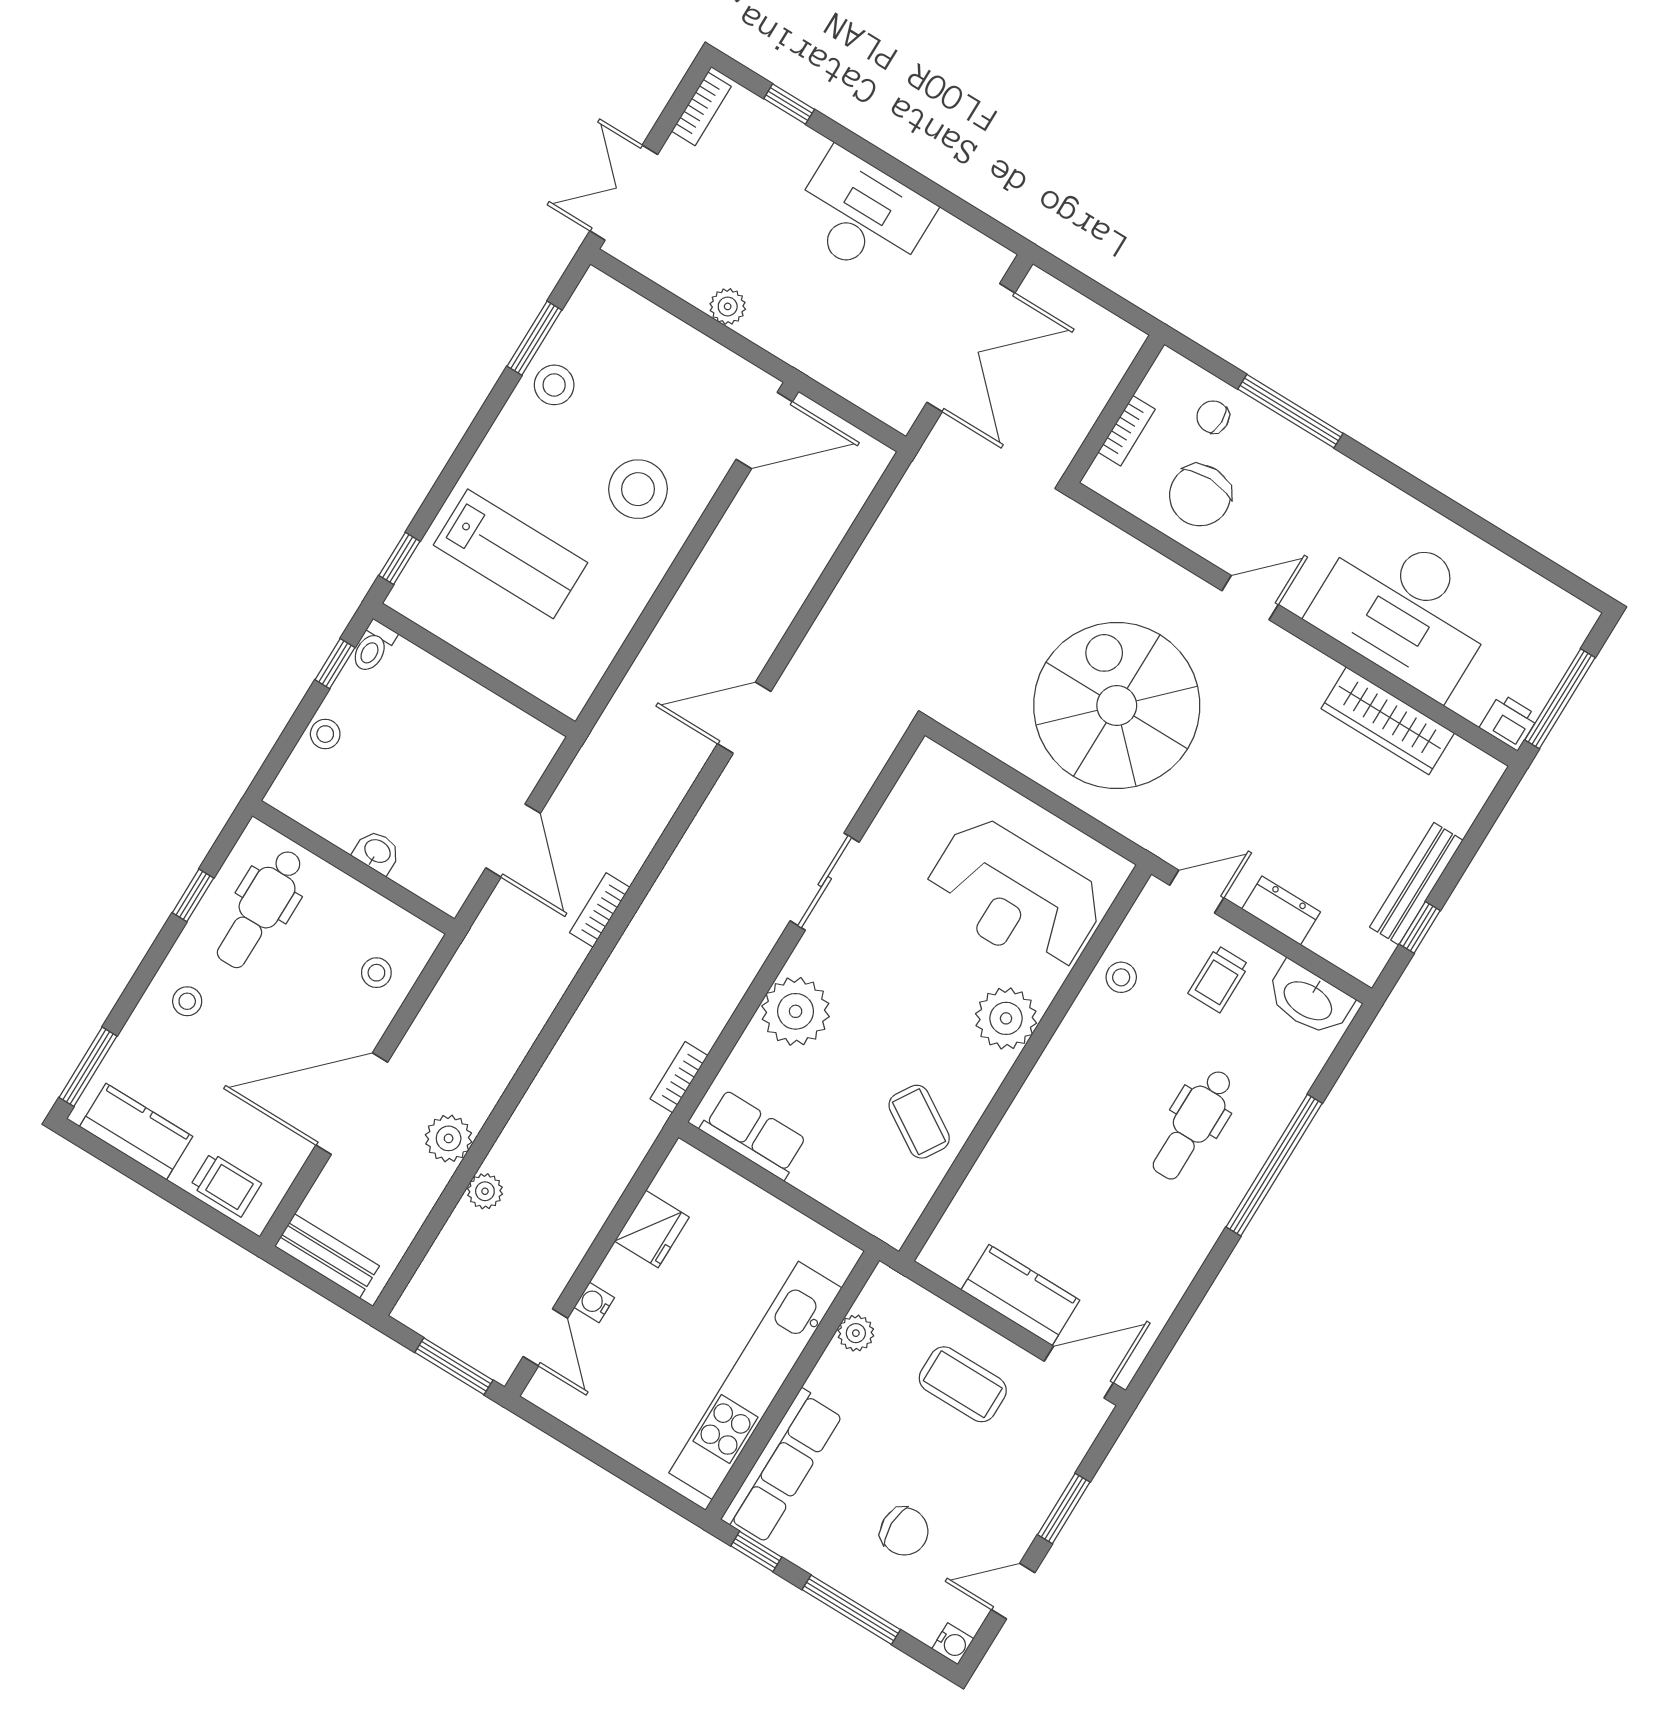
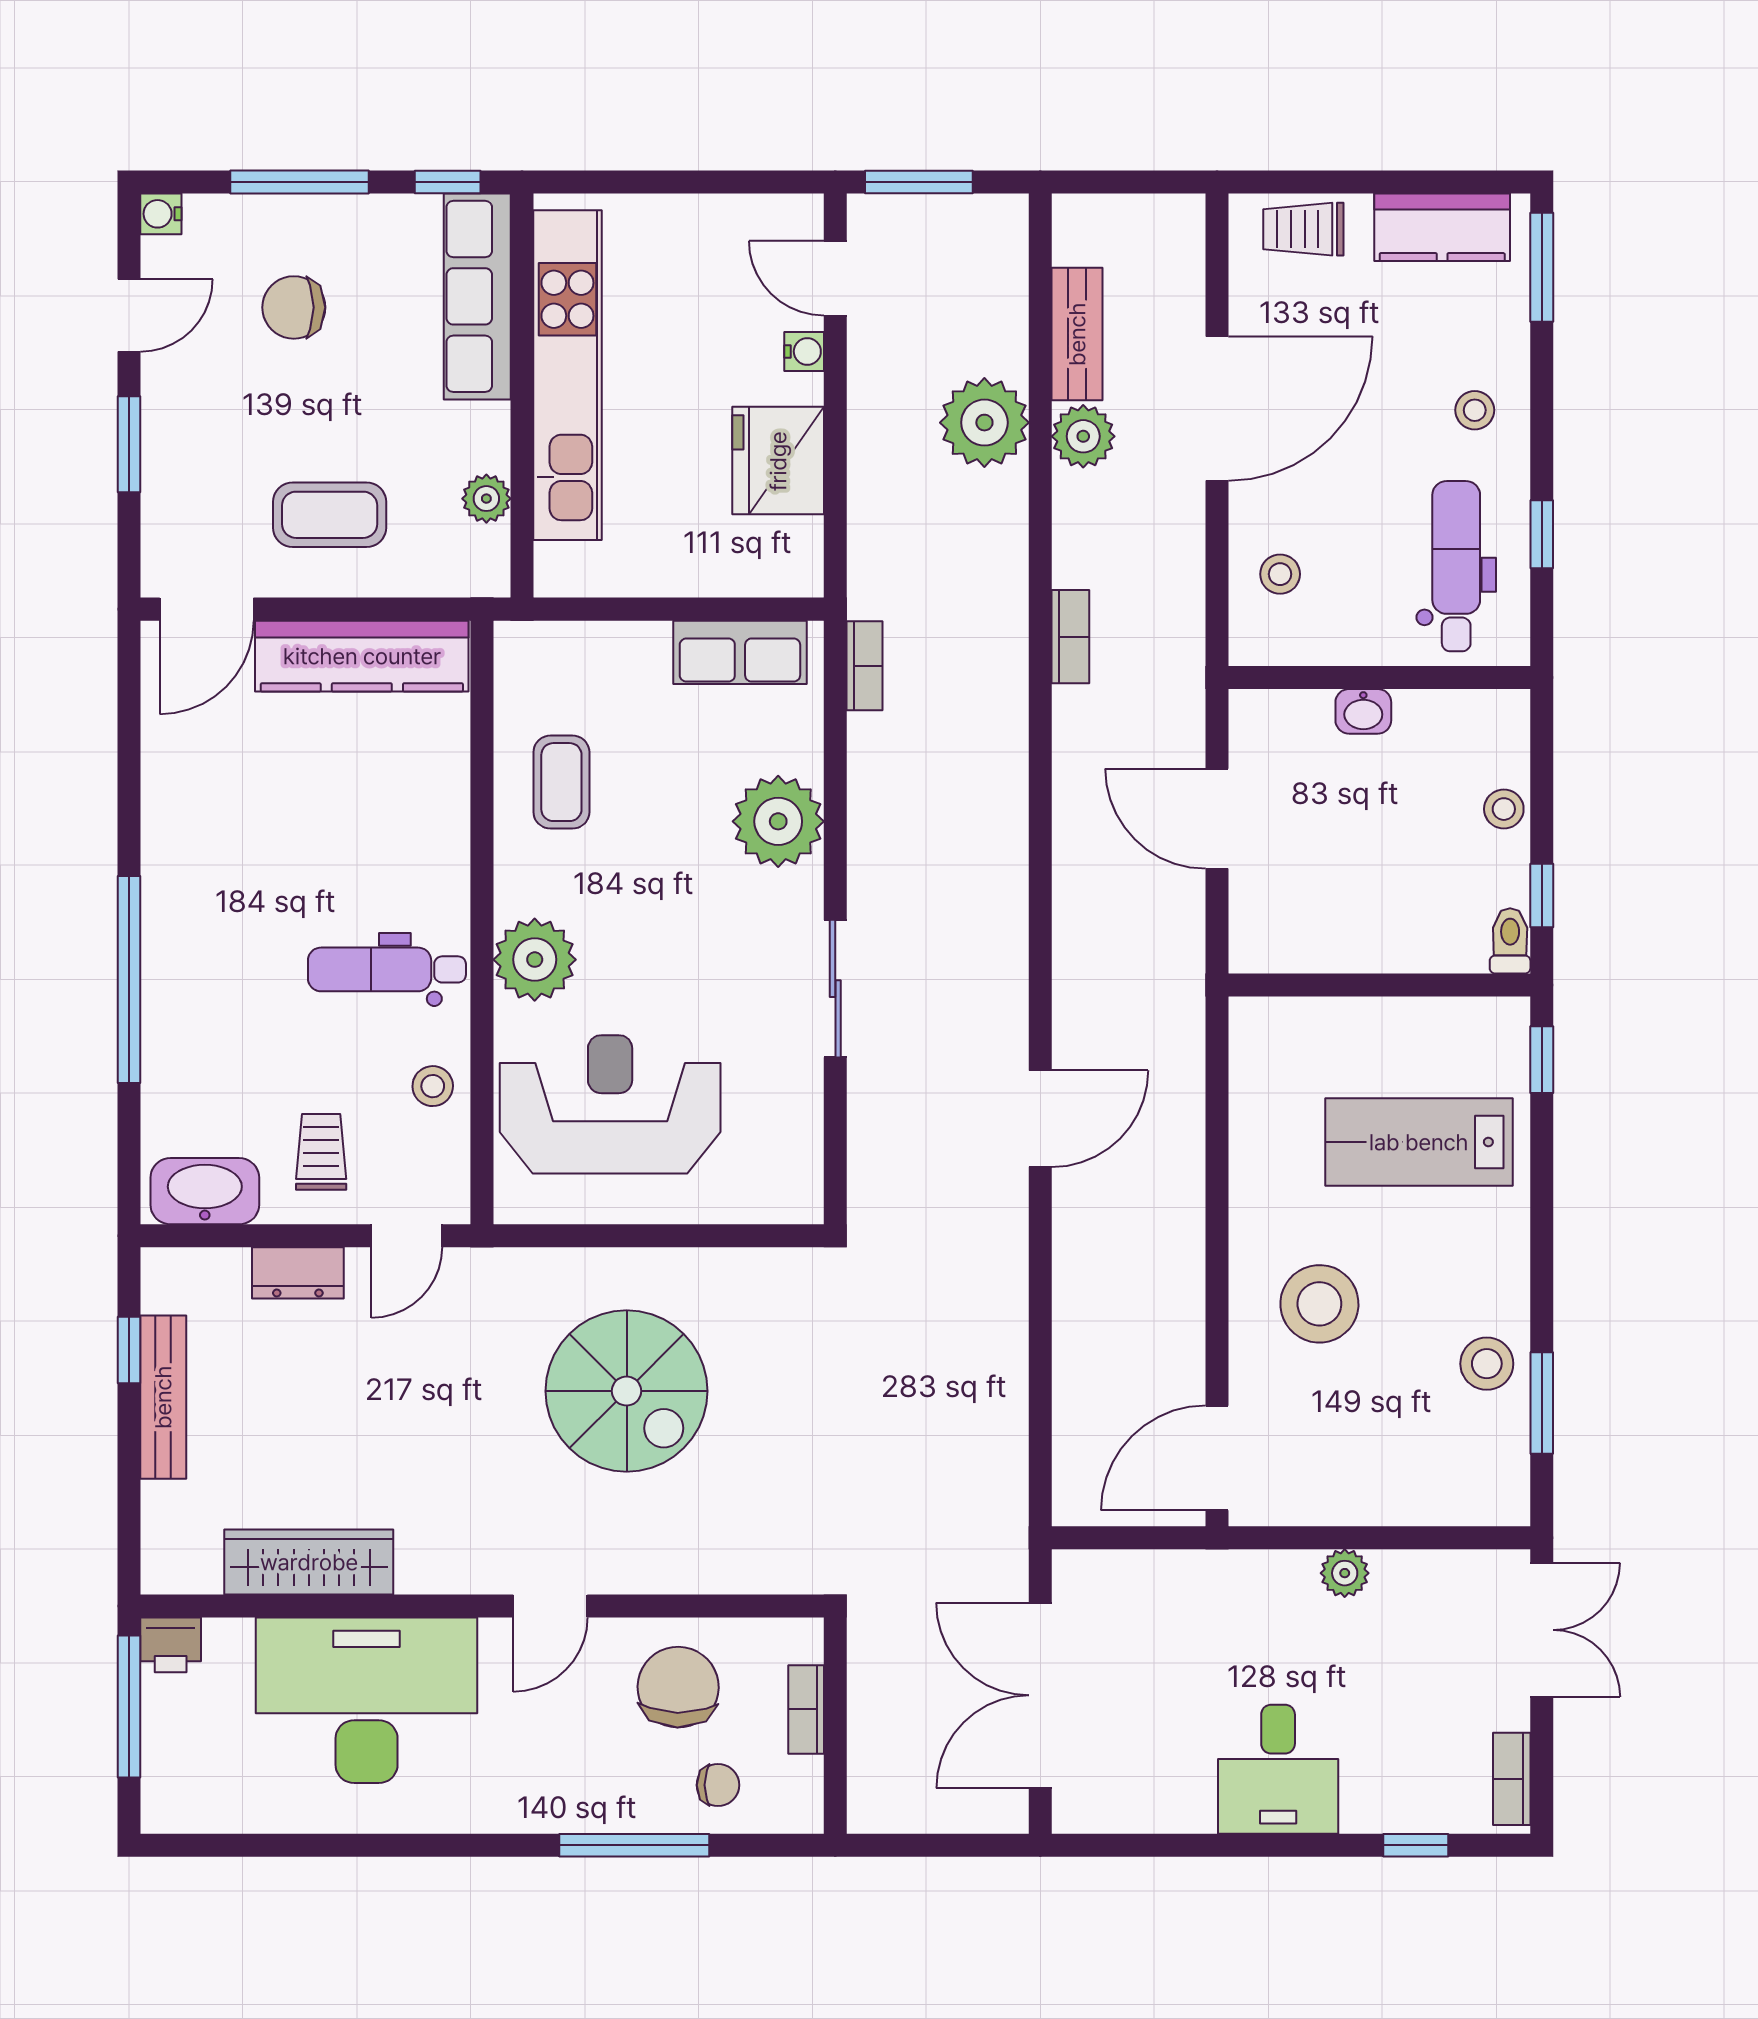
desk: (862, 216) -> (1278, 1769), width x0.73
spiral stairs: (1117, 706) -> (627, 1391), width x0.73, depth x0.73
bookcase: (600, 910) -> (1070, 637), moved
coffee table: (919, 1122) -> (561, 782), turned 58
dental chair: (1193, 1124) -> (387, 969), moved, turned -90
plant: (485, 1191) -> (984, 423), width x1.88, depth x1.88
fridge: (652, 1229) -> (778, 461), width x1.36, depth x1.34
bench: (327, 1256) -> (1077, 334), moved, turned 90
kitchen counter: (1020, 1295) -> (362, 656), width x1.50

